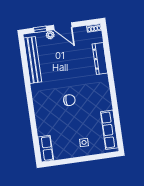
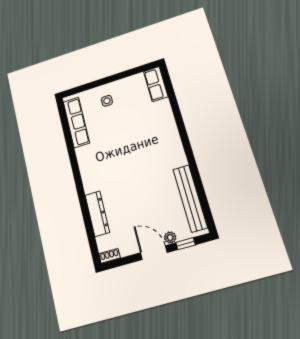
chair: (69, 100) -> (132, 151), removed

